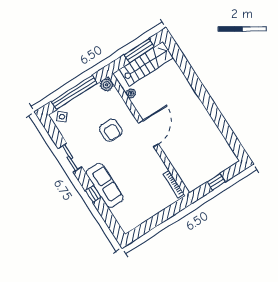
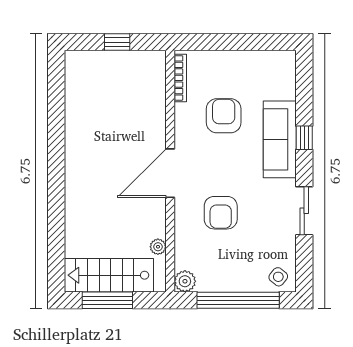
armchair: (111, 130) -> (221, 213), turned 180
armchair: (140, 179) -> (224, 116), added

